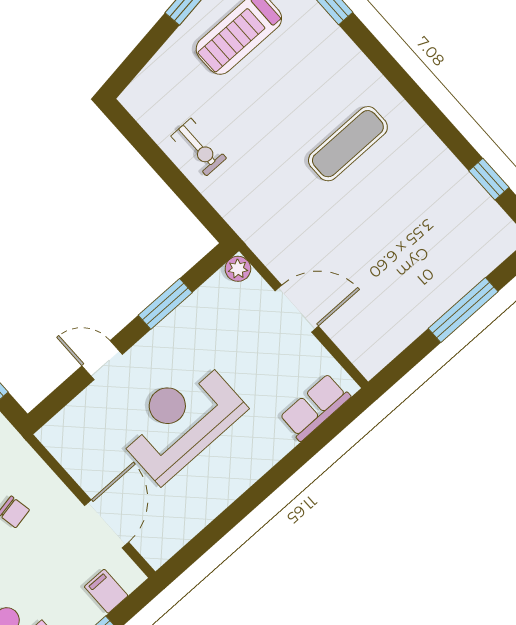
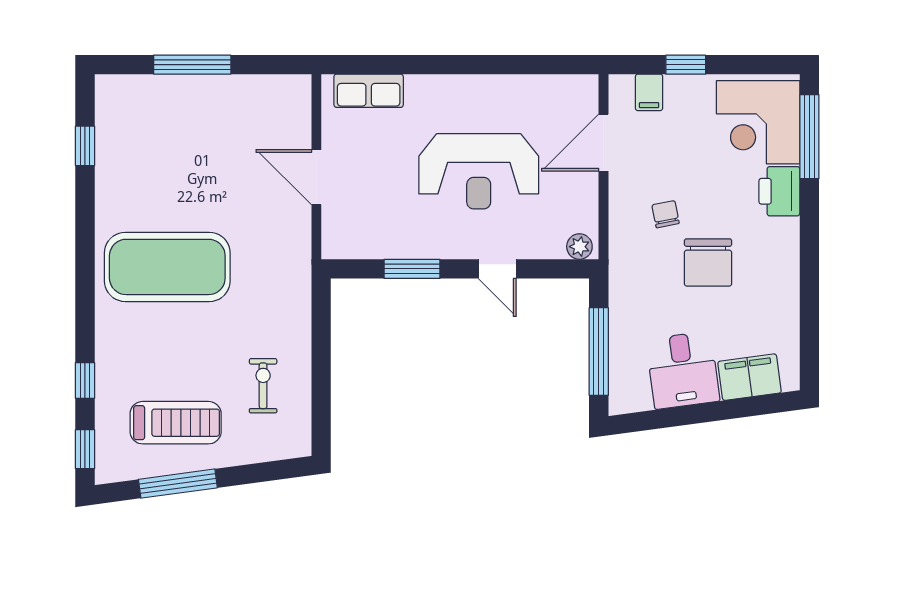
exercise mat: (348, 144) -> (167, 267), width x2.00, depth x1.45
exercise bike: (199, 147) -> (263, 386), moved
plant: (238, 269) -> (579, 247), moved

